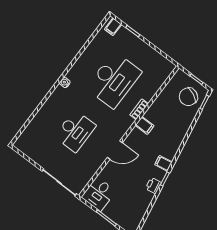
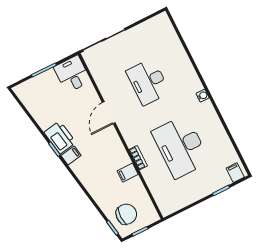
chair: (188, 97) -> (126, 214), turned 64
filing cabinet: (145, 126) -> (128, 173), moved
printer: (153, 186) -> (60, 137), width x1.87, depth x1.48

